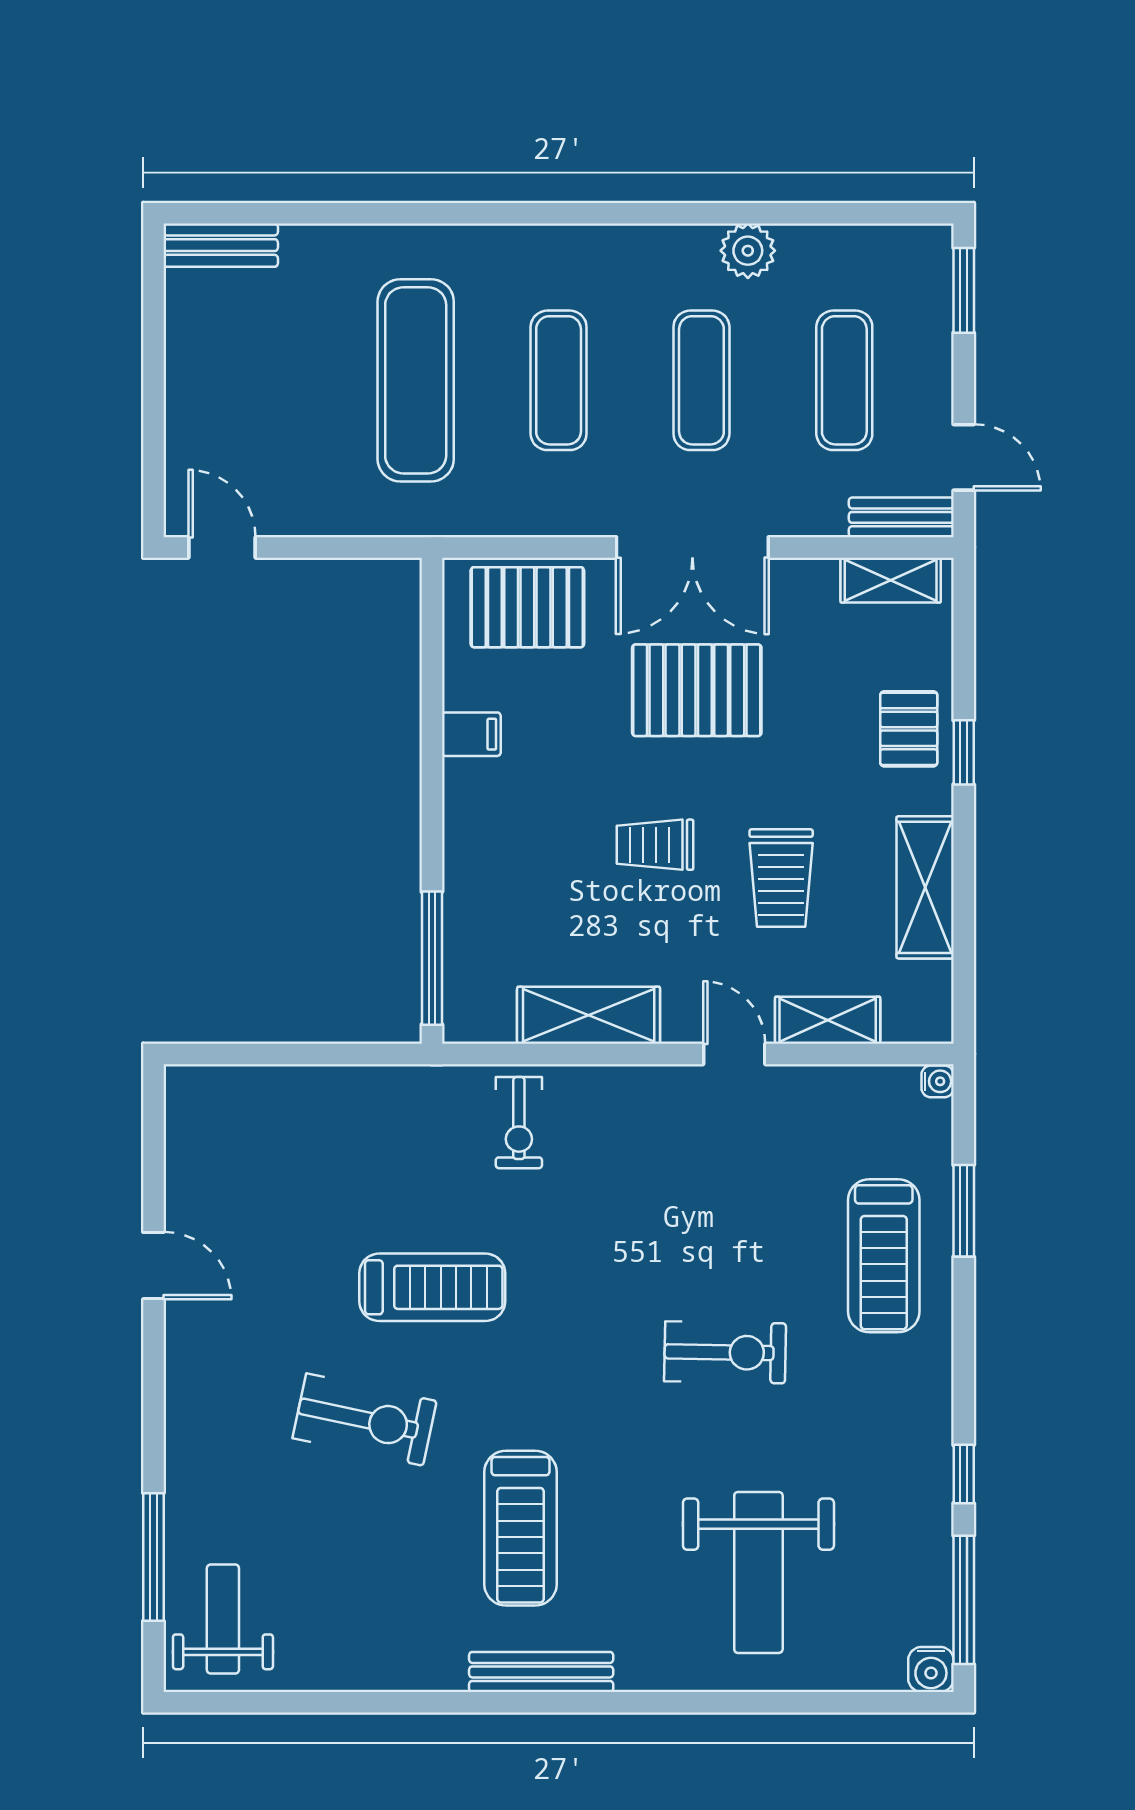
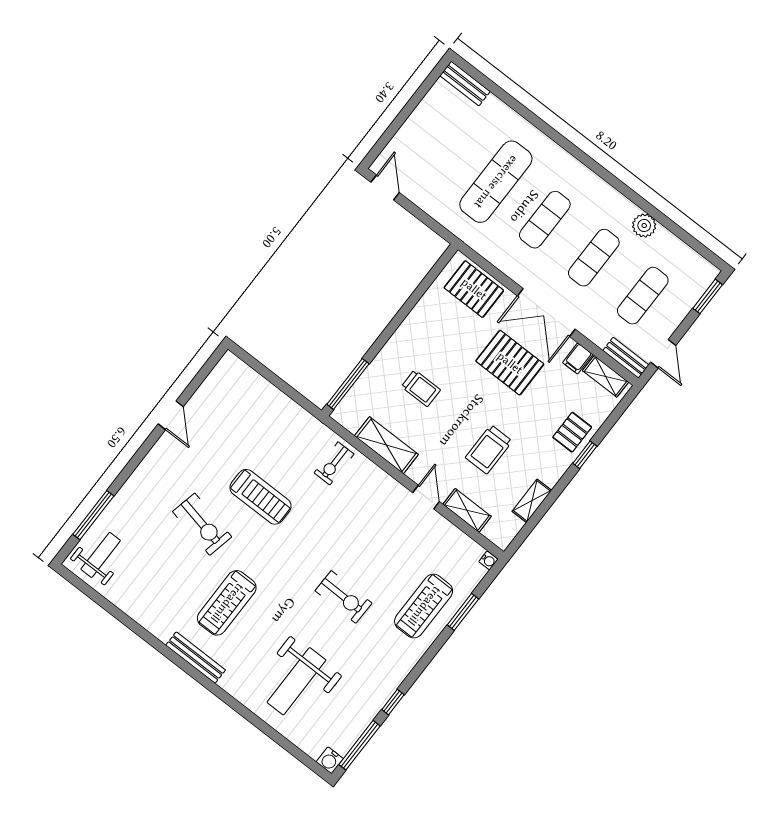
filing cabinet: (471, 734) -> (578, 358), moved, turned 90
trolley: (655, 845) -> (421, 388), moved, turned 180
shelving: (925, 887) -> (532, 501), width x0.67, depth x0.75

